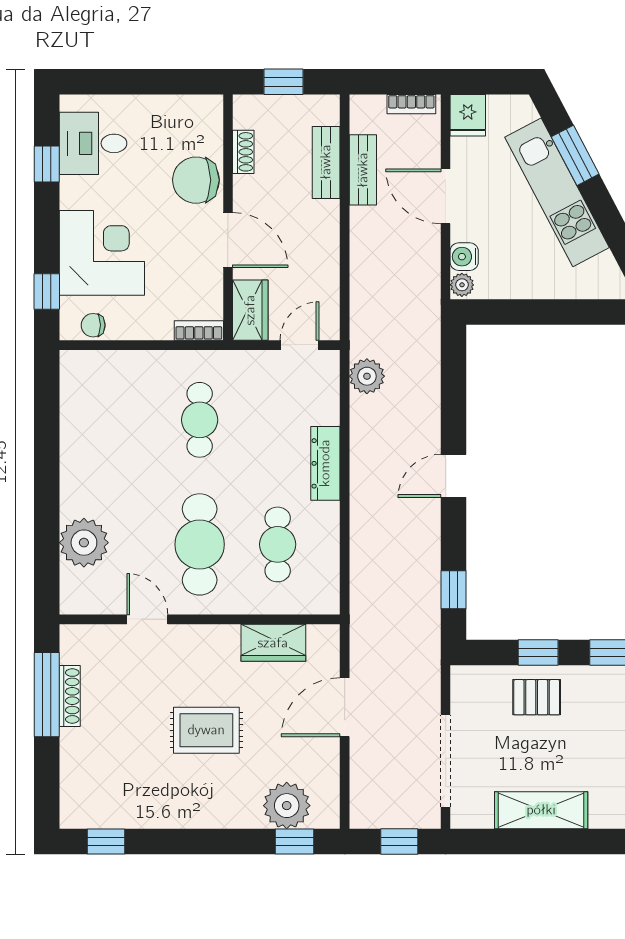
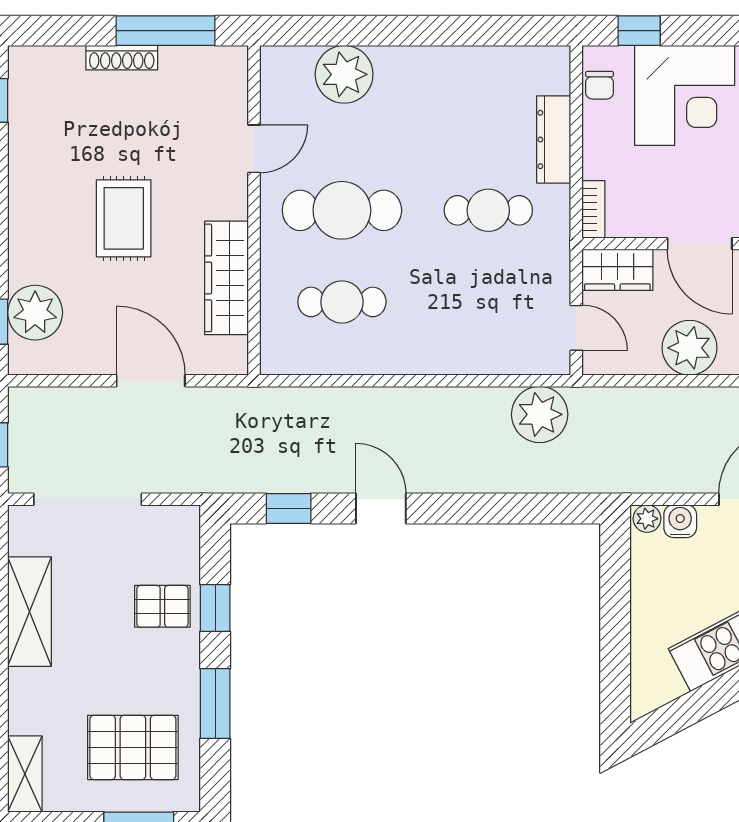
door: (228, 240) -> (700, 244), hinge flipped
plant: (317, 249) -> (689, 348), added
chair: (93, 325) -> (600, 85), turned 180
plant: (367, 376) -> (540, 414), width x1.36, depth x1.36
dresser: (325, 463) -> (554, 139), moved, turned -90
door: (453, 476) -> (381, 508), moved
wardrobe: (273, 643) -> (226, 278), width x1.50
shoe rack: (70, 696) -> (122, 58), moved
pallet: (537, 697) -> (162, 606), turned 90

